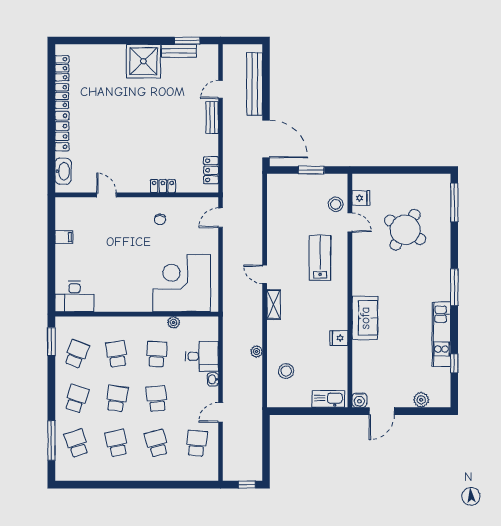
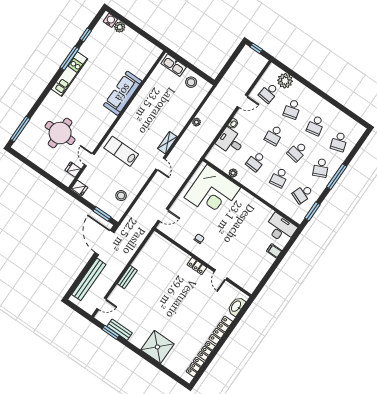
shower: (143, 61) -> (157, 347), moved
door: (220, 89) -> (101, 304), moved
locker: (211, 170) -> (149, 247), removed
window: (311, 170) -> (102, 214), moved
locker: (163, 186) -> (197, 266), moved
stool: (336, 204) -> (121, 196), moved
round table: (405, 230) -> (60, 133), turned -32
filing cabinet: (64, 237) -> (274, 251), moved
lab bench: (320, 258) -> (121, 151), turned 90
window: (454, 287) -> (69, 58), moved
sofa: (365, 318) -> (123, 93), width x1.36
kitchen unit: (442, 334) -> (69, 74), moved
fridge: (339, 338) -> (79, 188), moved
stool: (286, 371) -> (191, 82), moved
school desk: (77, 399) -> (321, 168), turned -42
water cooler: (359, 400) -> (110, 20), moved
door: (382, 411) -> (147, 36), removed
window: (51, 441) -> (337, 177), moved
plant: (188, 470) -> (285, 81), added

